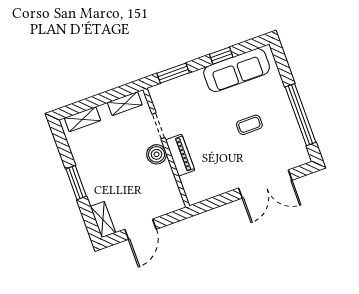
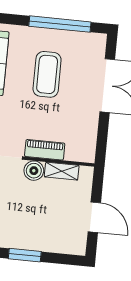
coffee table: (249, 125) -> (47, 74), width x1.86, depth x1.72
shelving: (103, 220) -> (62, 171), moved

